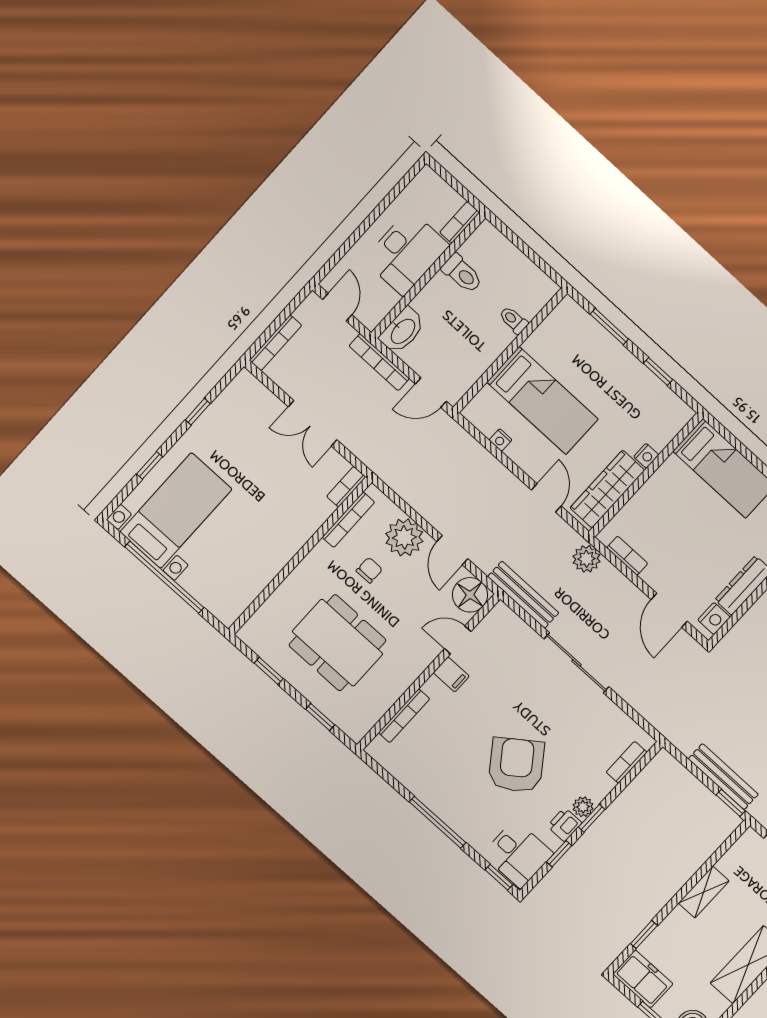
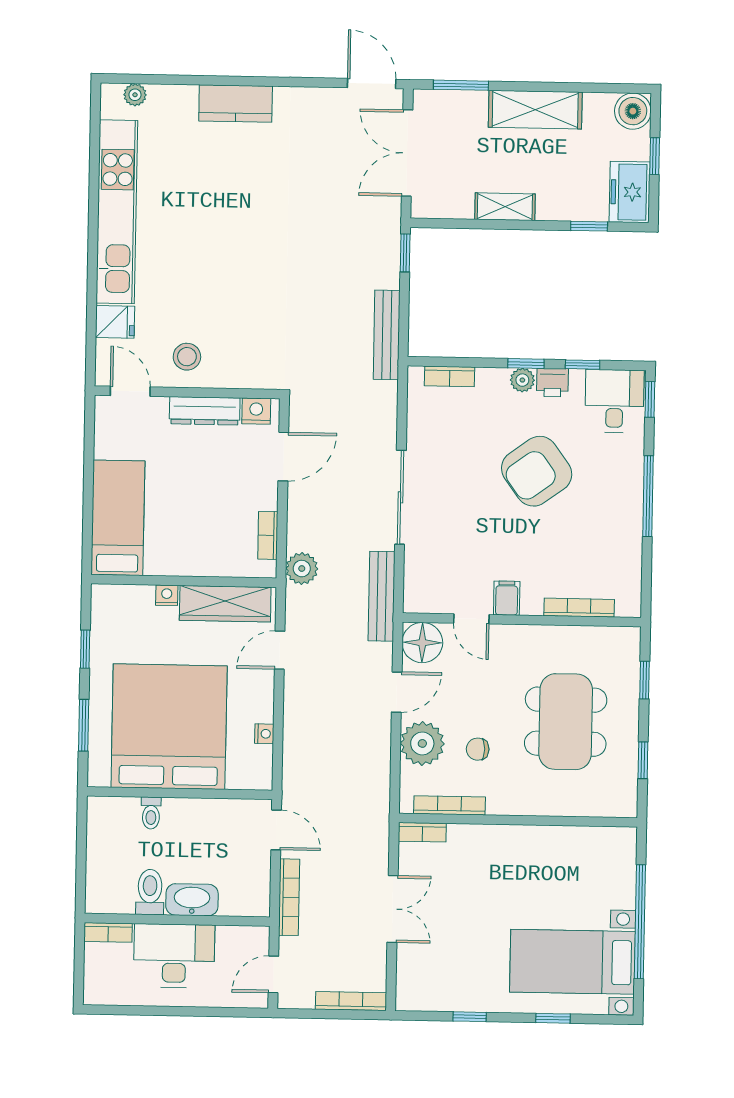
washbasin: (402, 331) -> (192, 900), moved
bed: (543, 401) -> (169, 727), width x2.04
bench: (723, 777) -> (387, 335), moved

